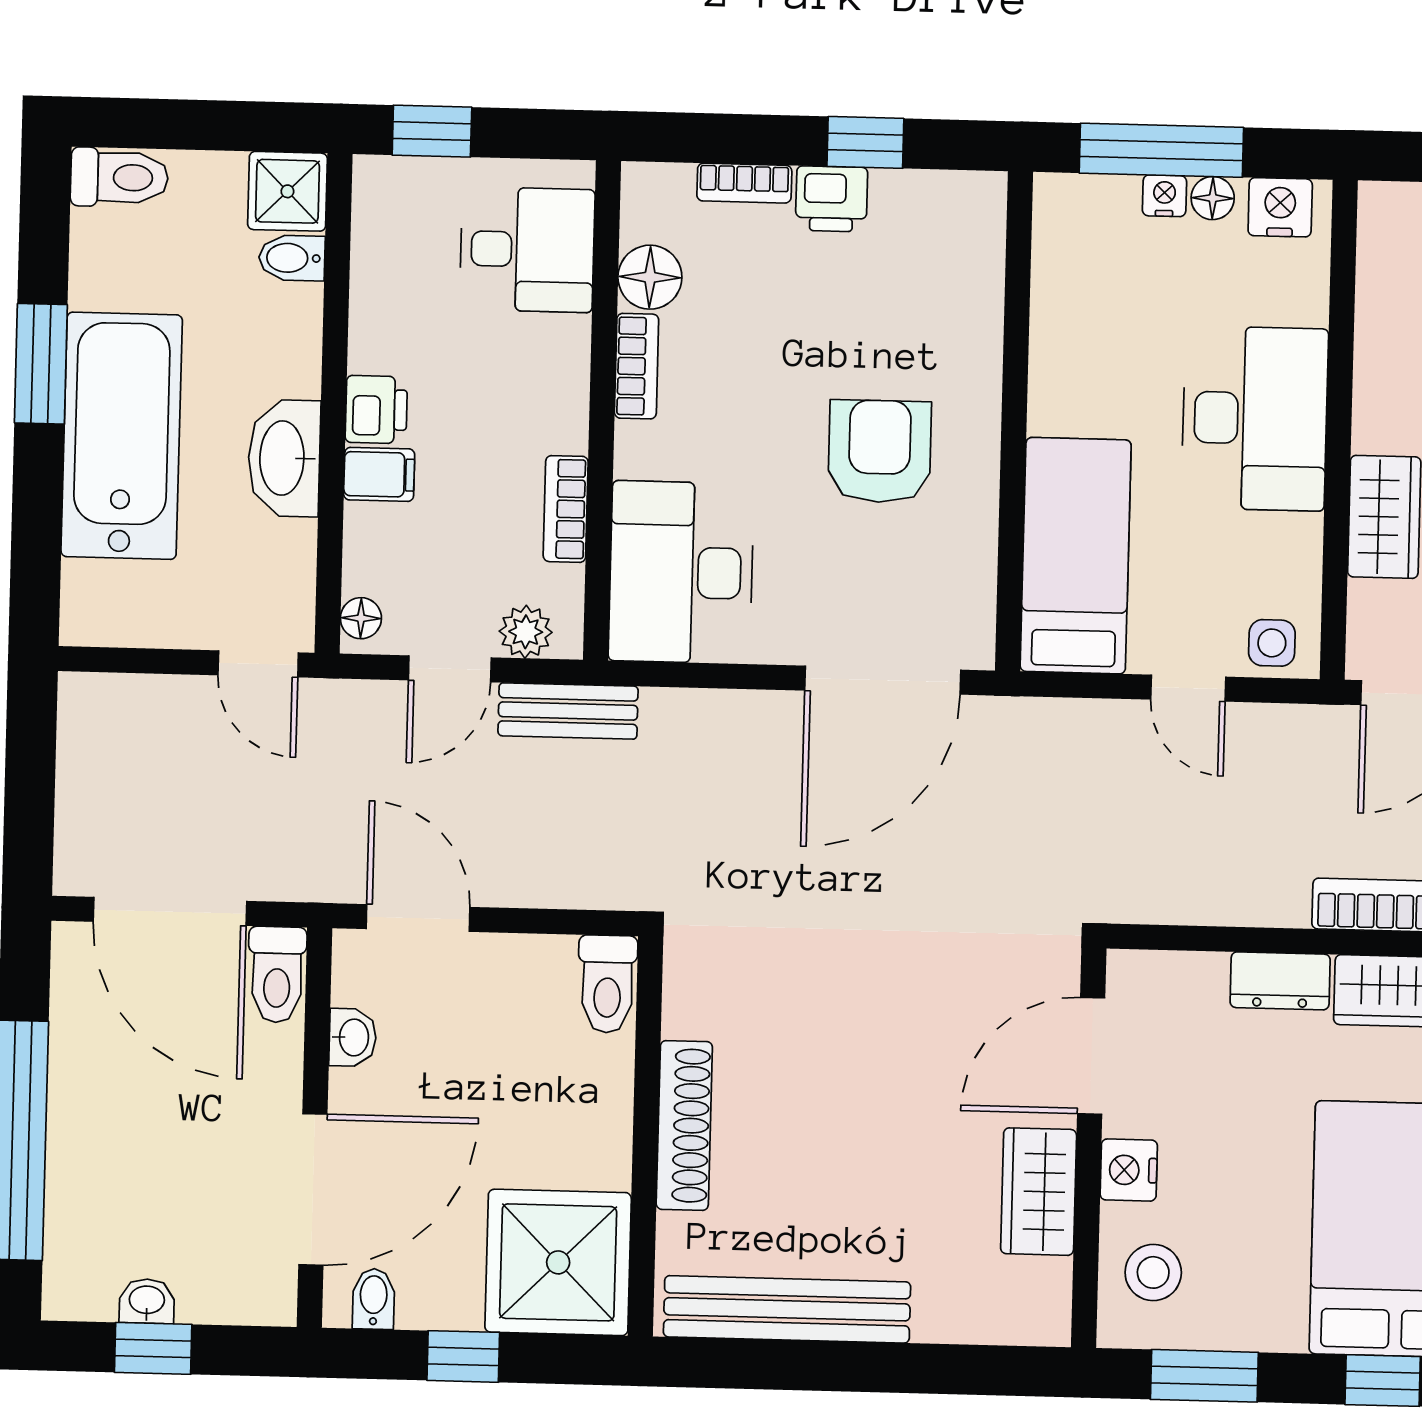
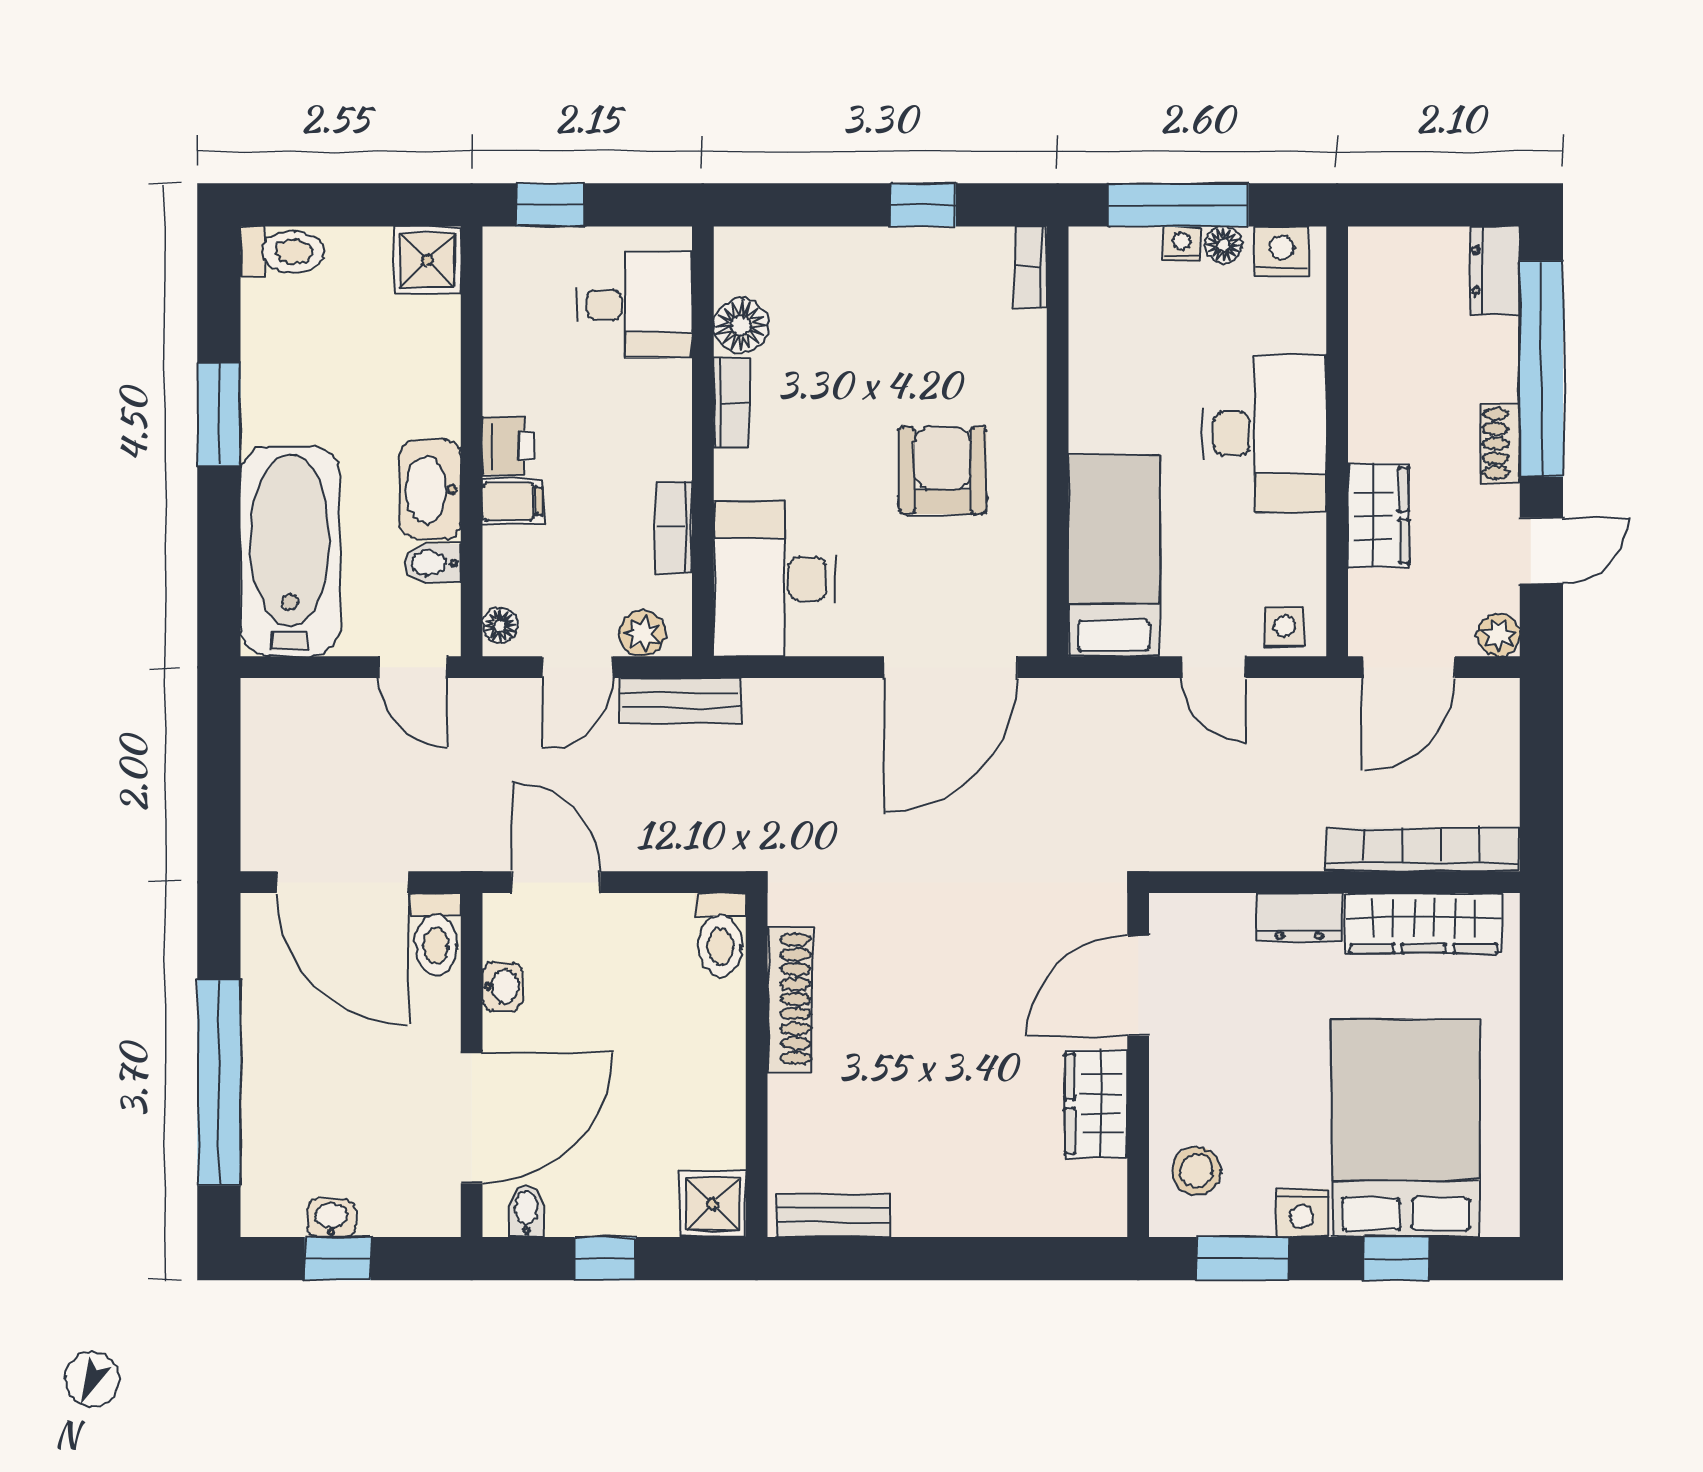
bookcase: (744, 183) -> (1031, 267), moved, turned 90
printer: (832, 199) -> (896, 254), removed
bidet: (292, 258) -> (433, 563), moved
bathtub: (122, 436) -> (290, 551), moved
shoe rack: (684, 1125) -> (790, 999), moved
nightstand: (1129, 1170) -> (1302, 1213), moved, turned -90
shower: (558, 1262) -> (713, 1204), width x0.54, depth x0.54
bench: (787, 1309) -> (833, 1215), width x0.54, depth x0.82

